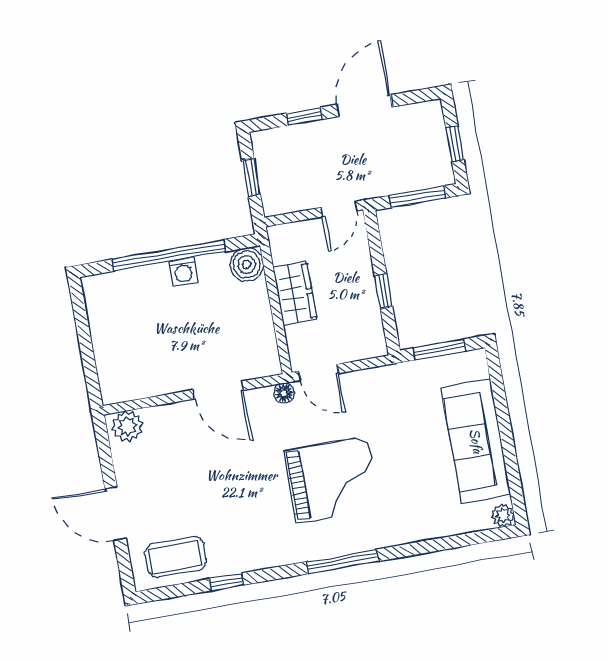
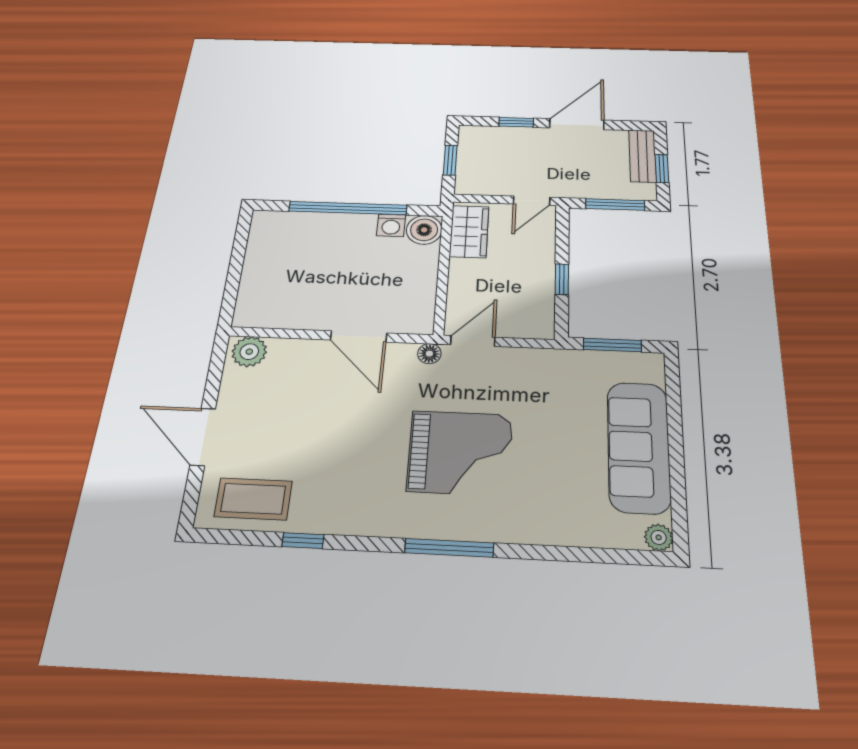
bench: (434, 132) -> (643, 156), added
washing machine: (183, 272) -> (391, 225), moved
wardrobe: (295, 293) -> (469, 232), moved
door: (318, 372) -> (473, 341), swing flipped

